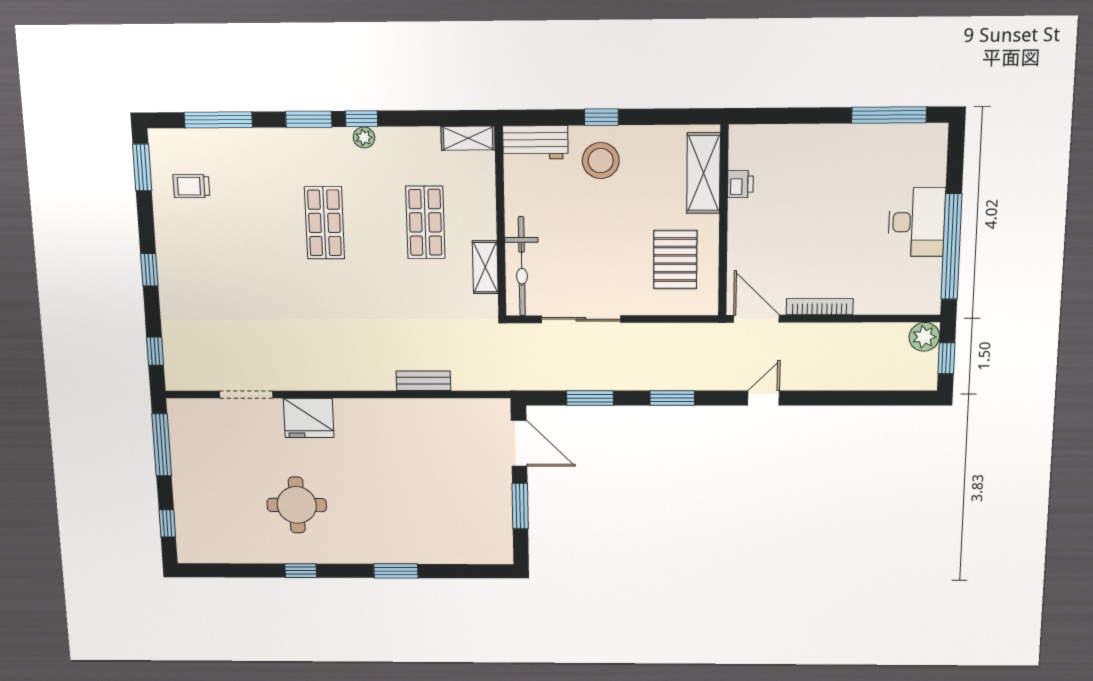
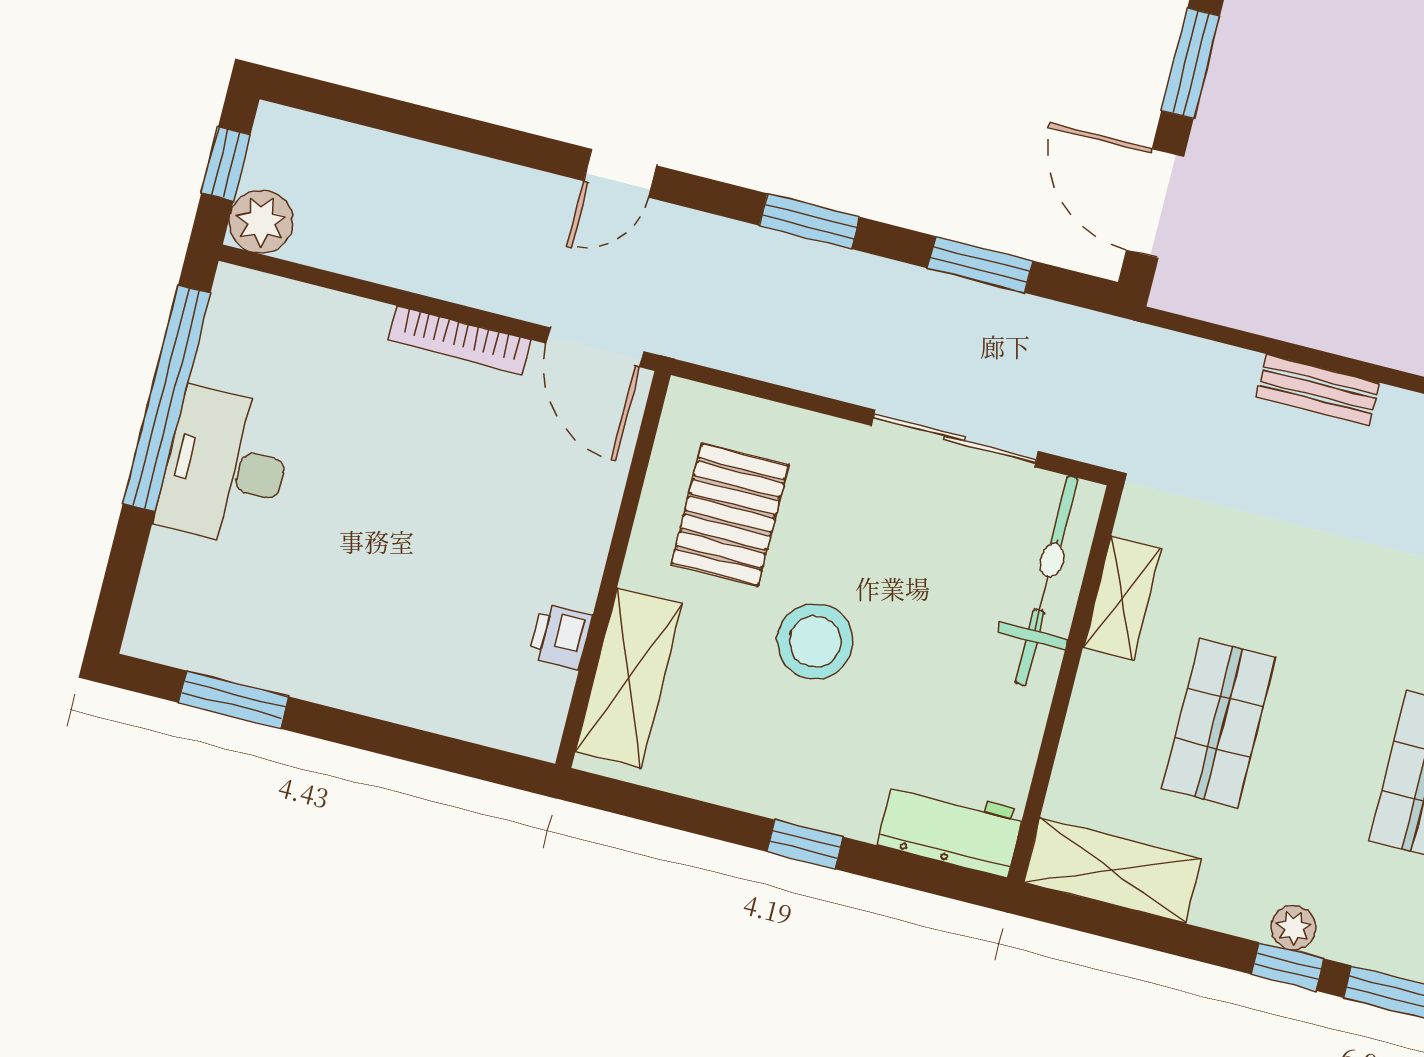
window: (889, 115) -> (233, 700), width x0.69
shelving: (468, 138) -> (1113, 870), width x1.50, depth x1.33
stool: (601, 161) -> (815, 641), moved

